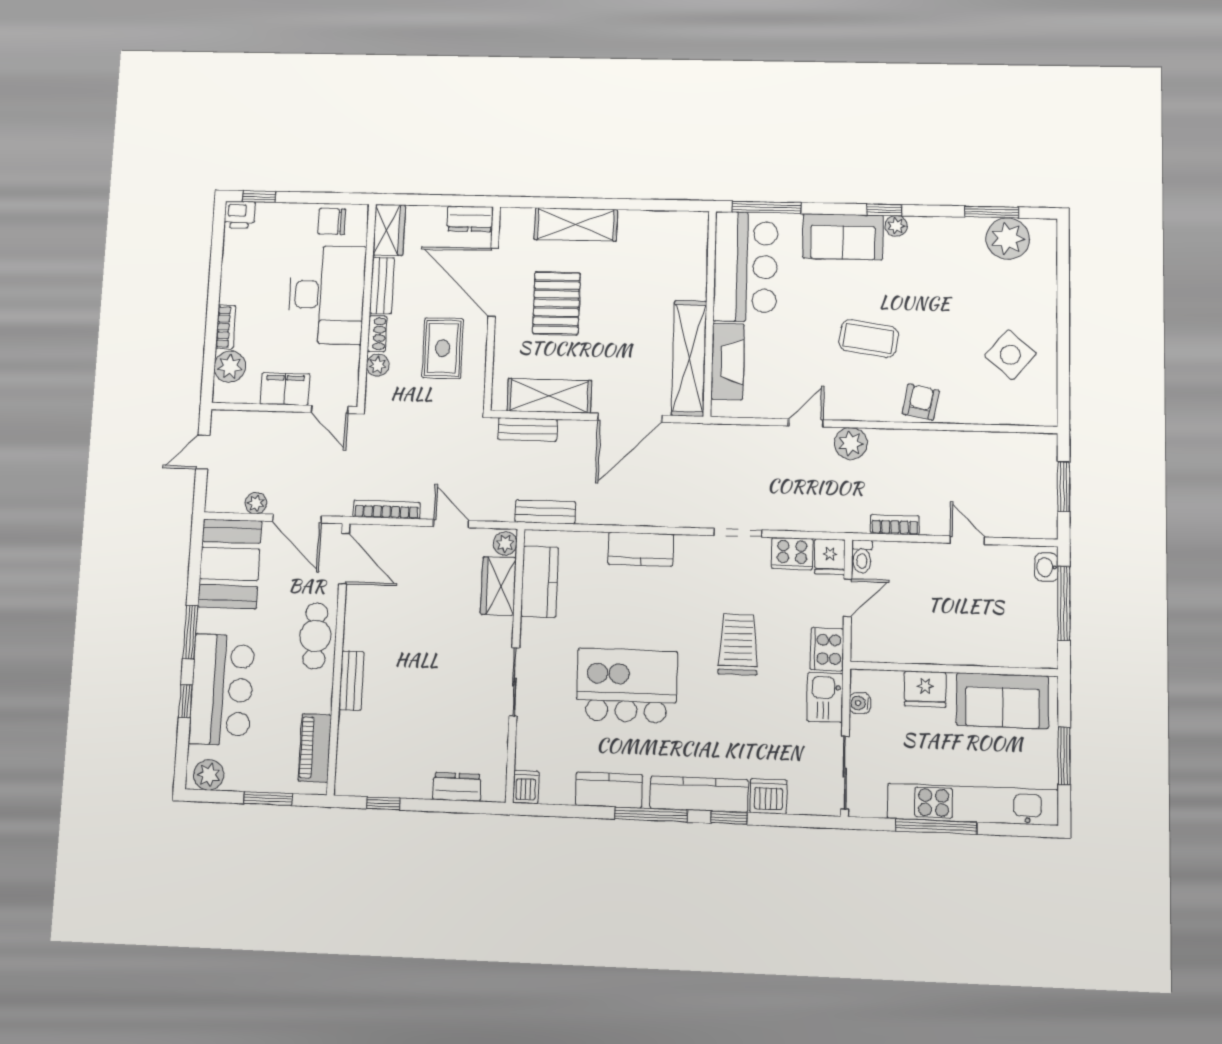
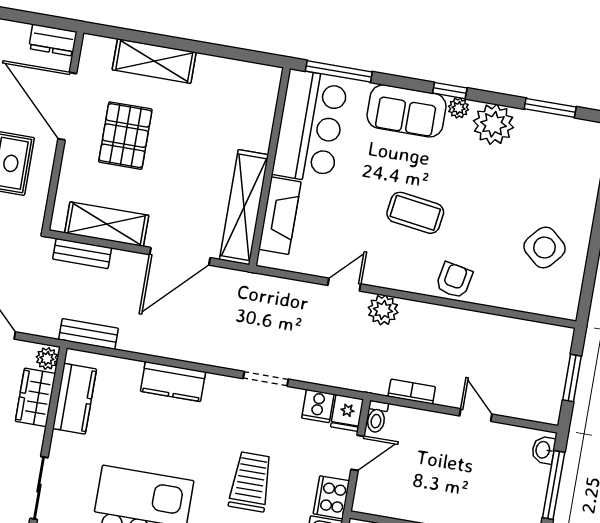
plant: (1008, 239) -> (493, 124), moved
cooker: (792, 554) -> (318, 406), width x0.73

